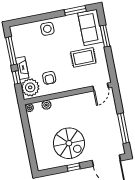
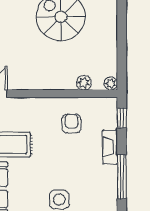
window: (16, 77) -> (122, 118), moved
plant: (30, 87) -> (104, 115), removed

